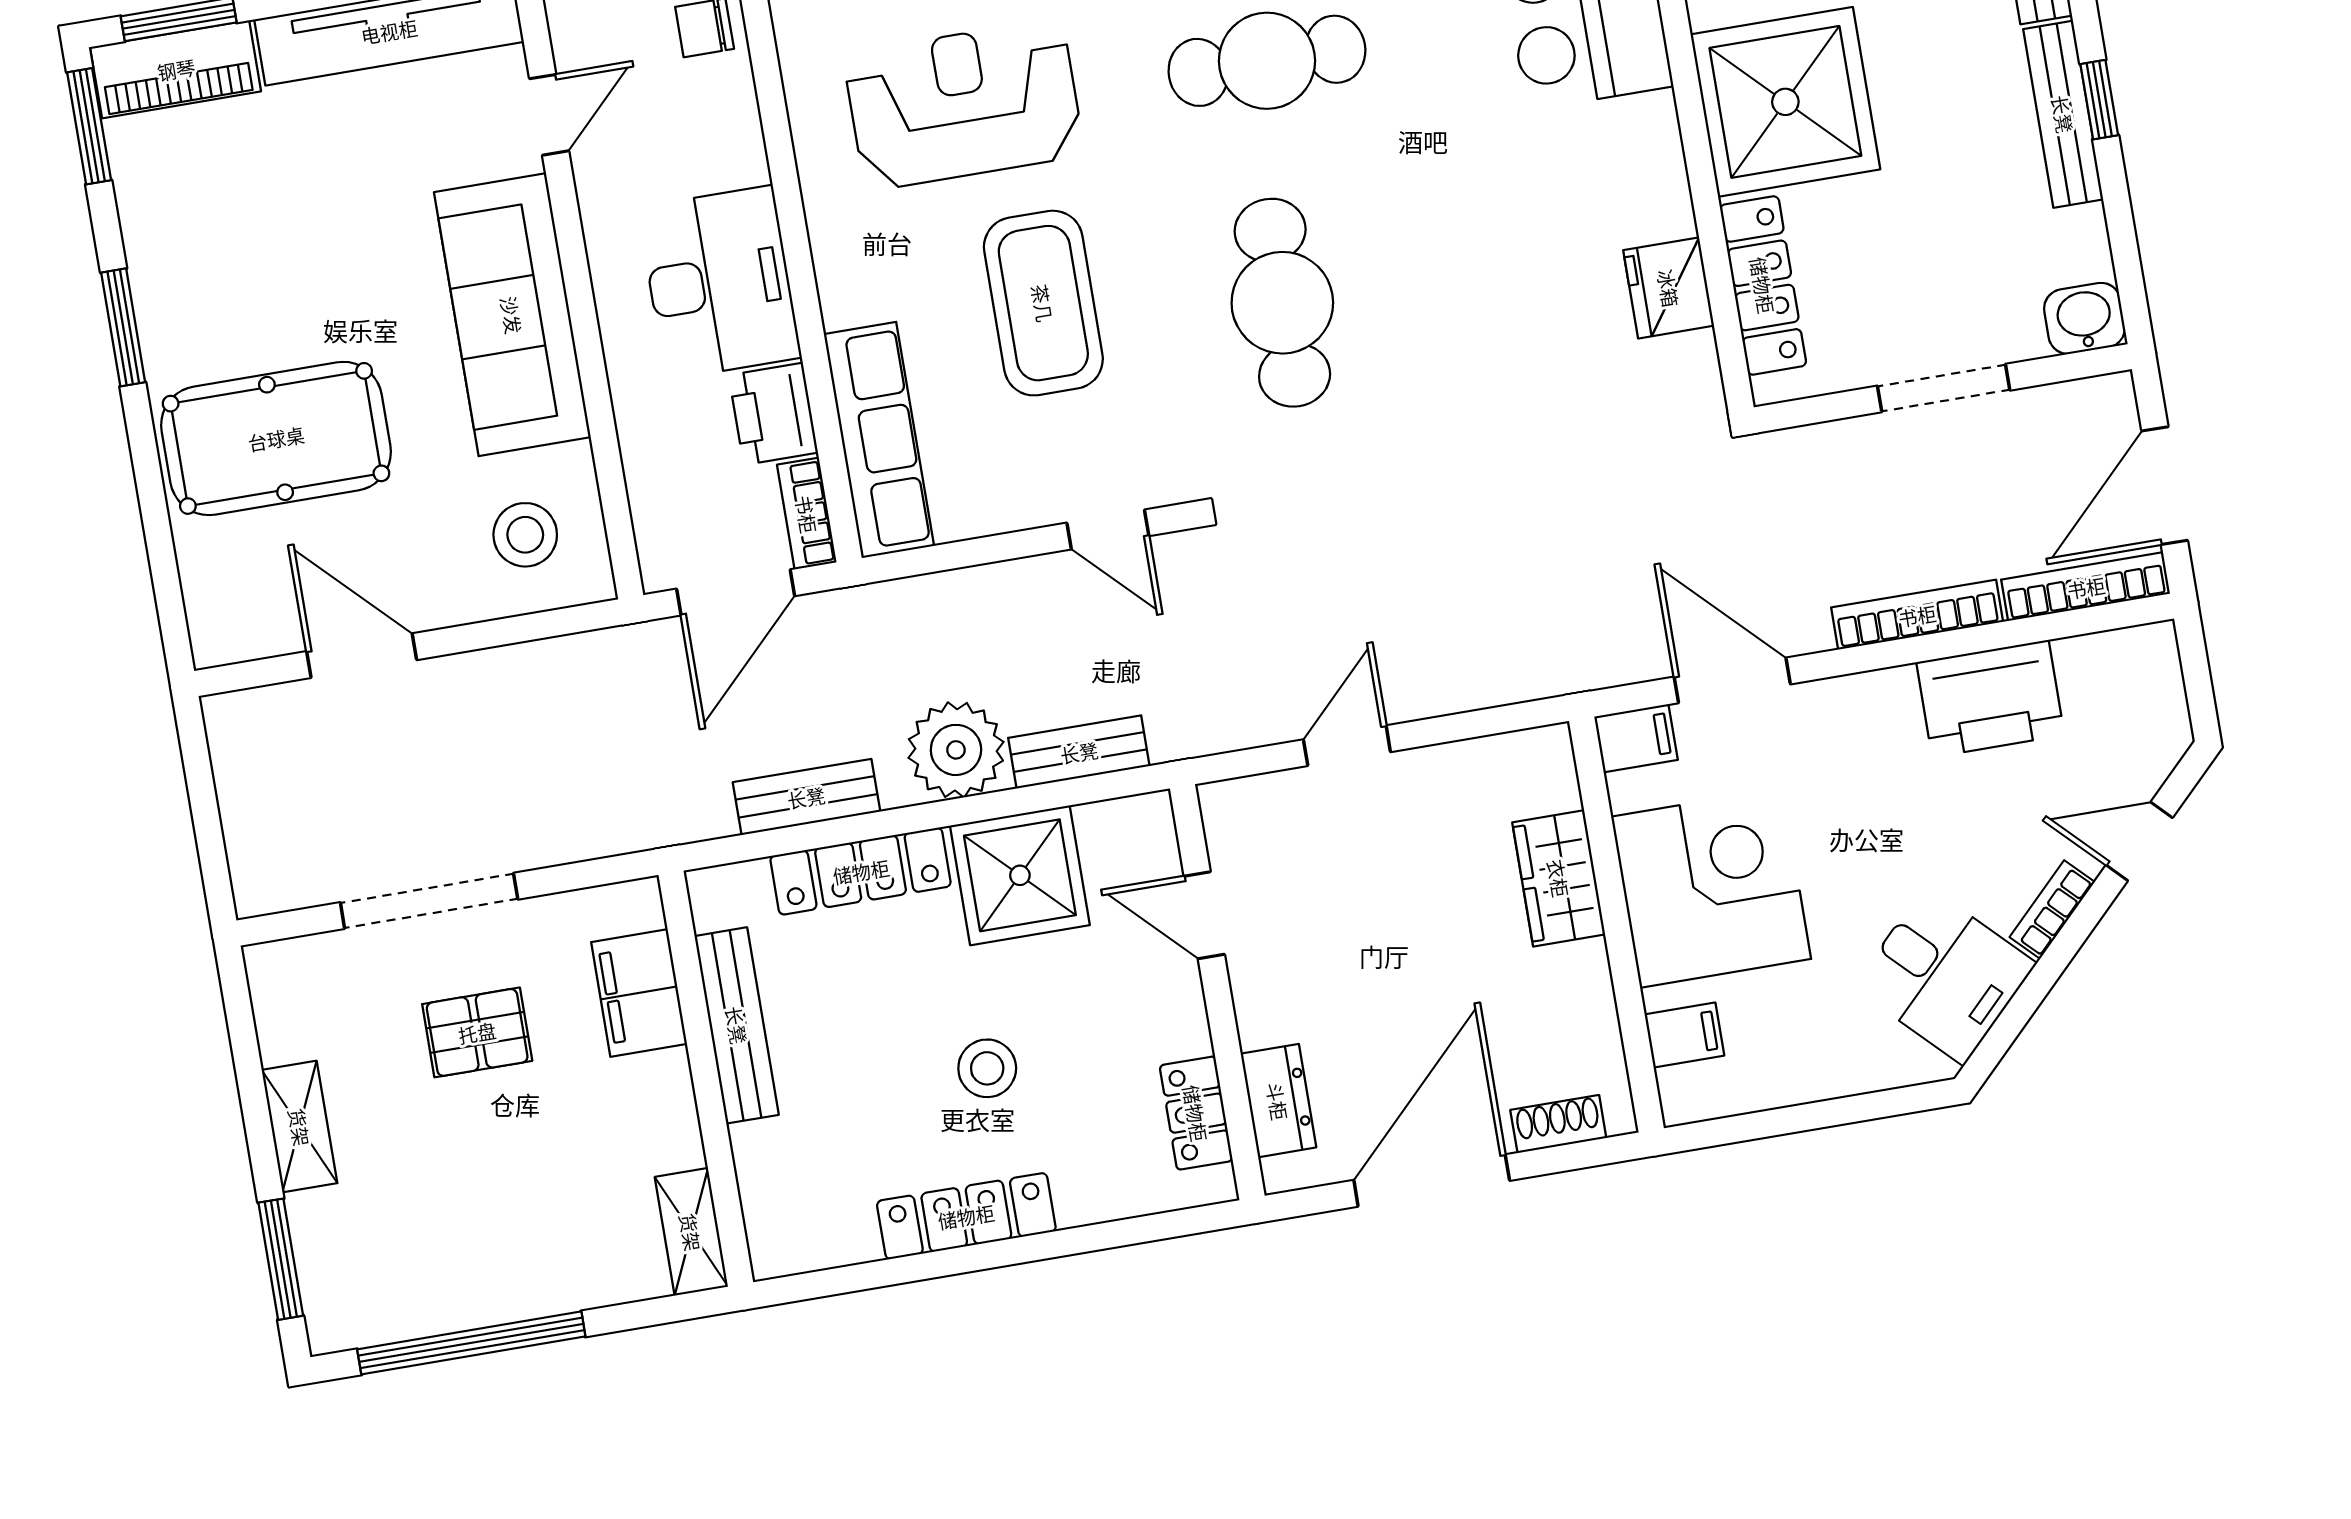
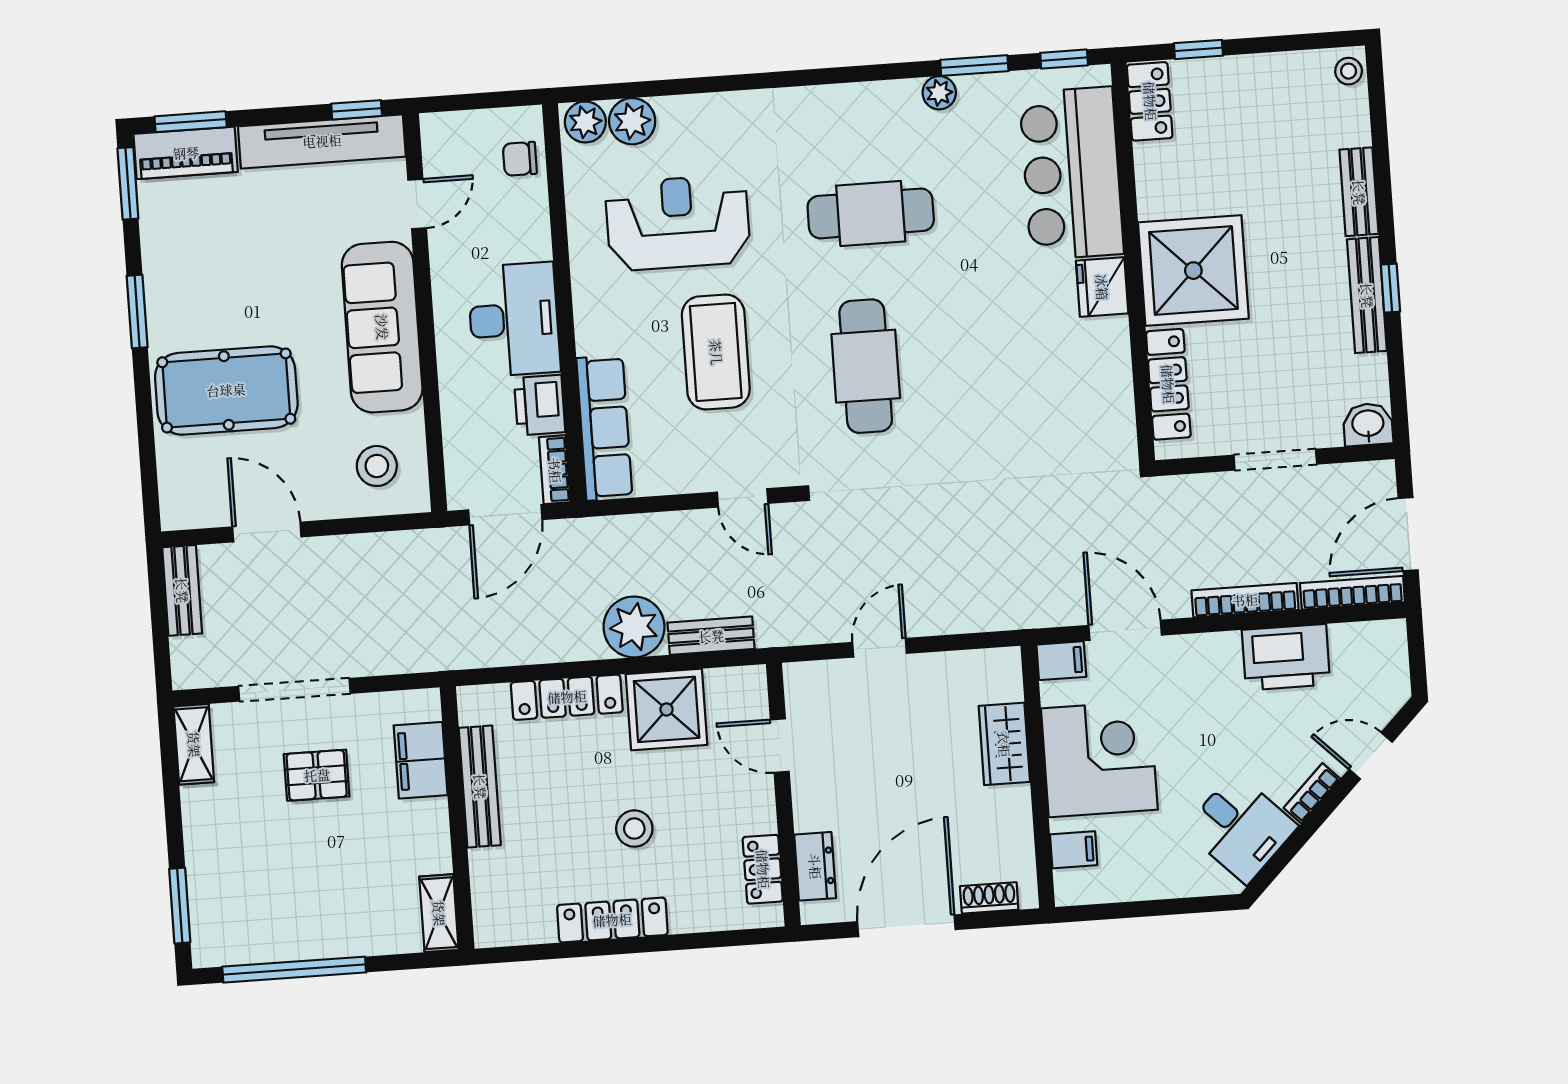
fridge: (1669, 288) -> (1102, 287), moved
bench: (806, 797) -> (182, 590), moved, turned 90
shelving: (300, 1127) -> (194, 744), moved

